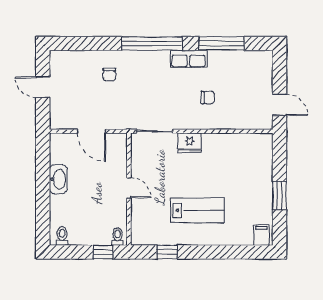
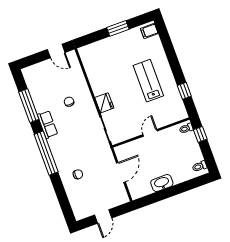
door: (280, 105) -> (56, 51), swing flipped

